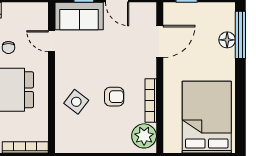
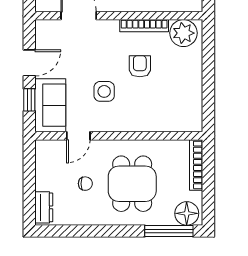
side table: (76, 102) -> (104, 91), moved, turned -38

